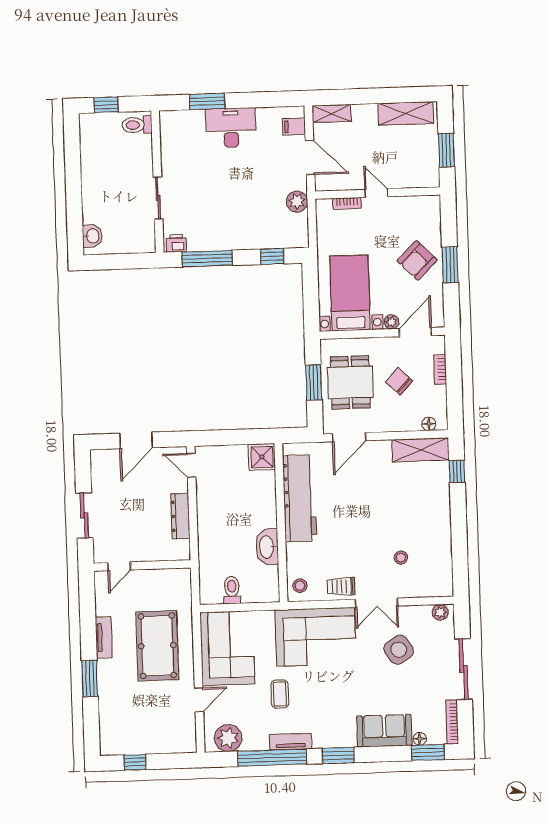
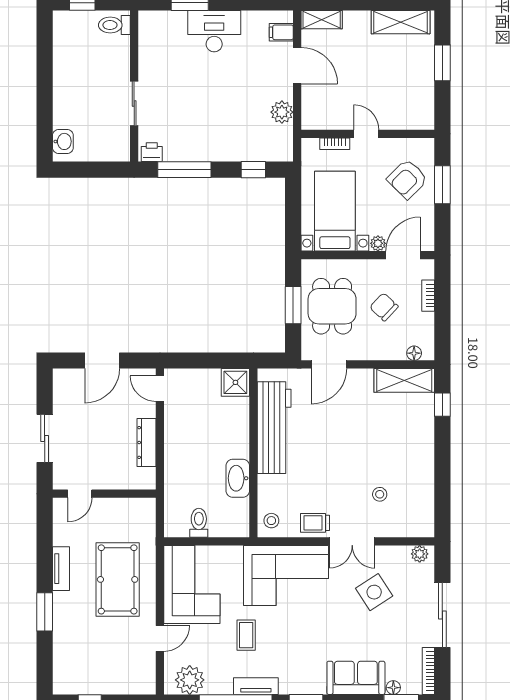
door: (376, 193) -> (366, 134), moved
wall: (378, 193) -> (368, 134), moved
bookcase: (347, 203) -> (335, 144), moved

